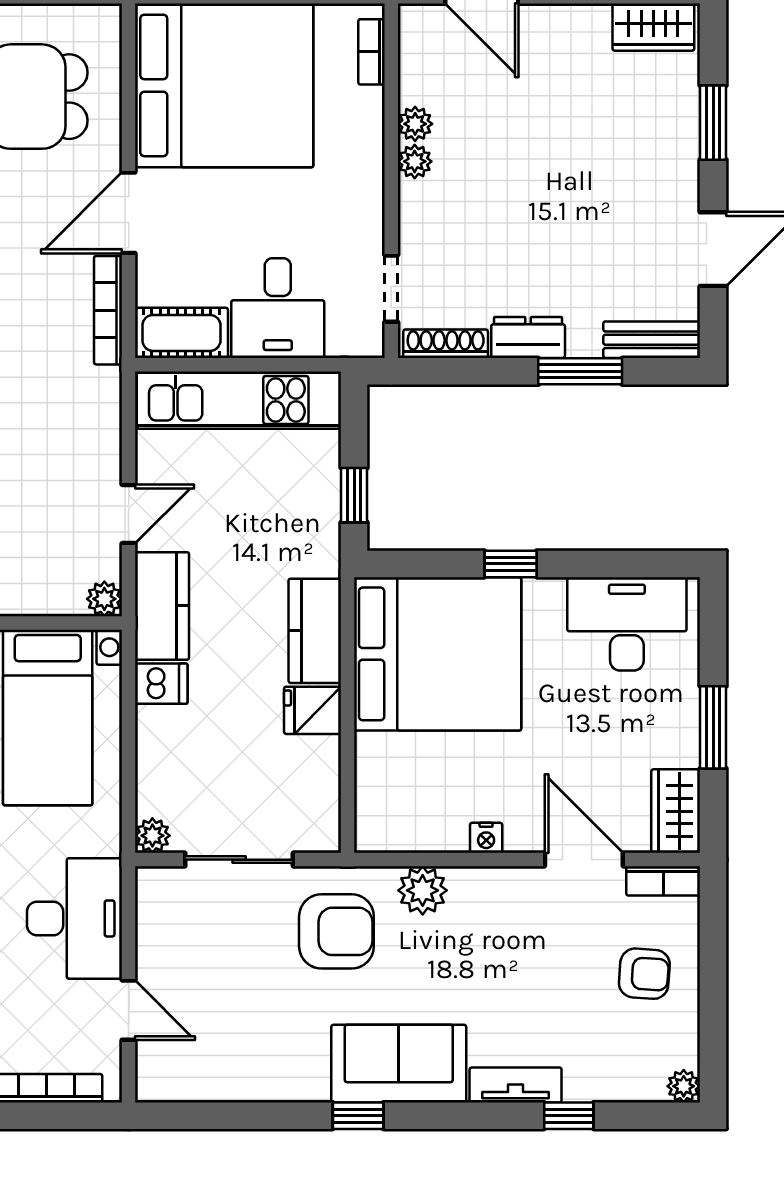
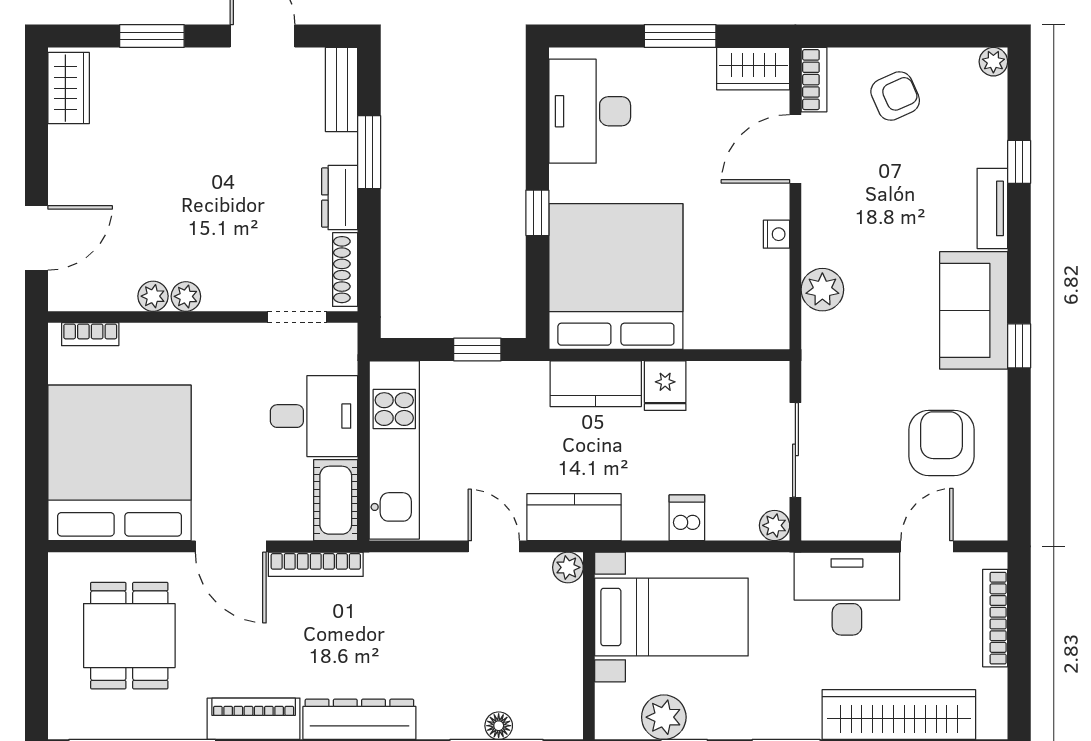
dishwasher: (161, 684) -> (687, 518), moved
armchair: (336, 931) -> (941, 443), moved
armchair: (644, 974) -> (895, 96), turned 62

